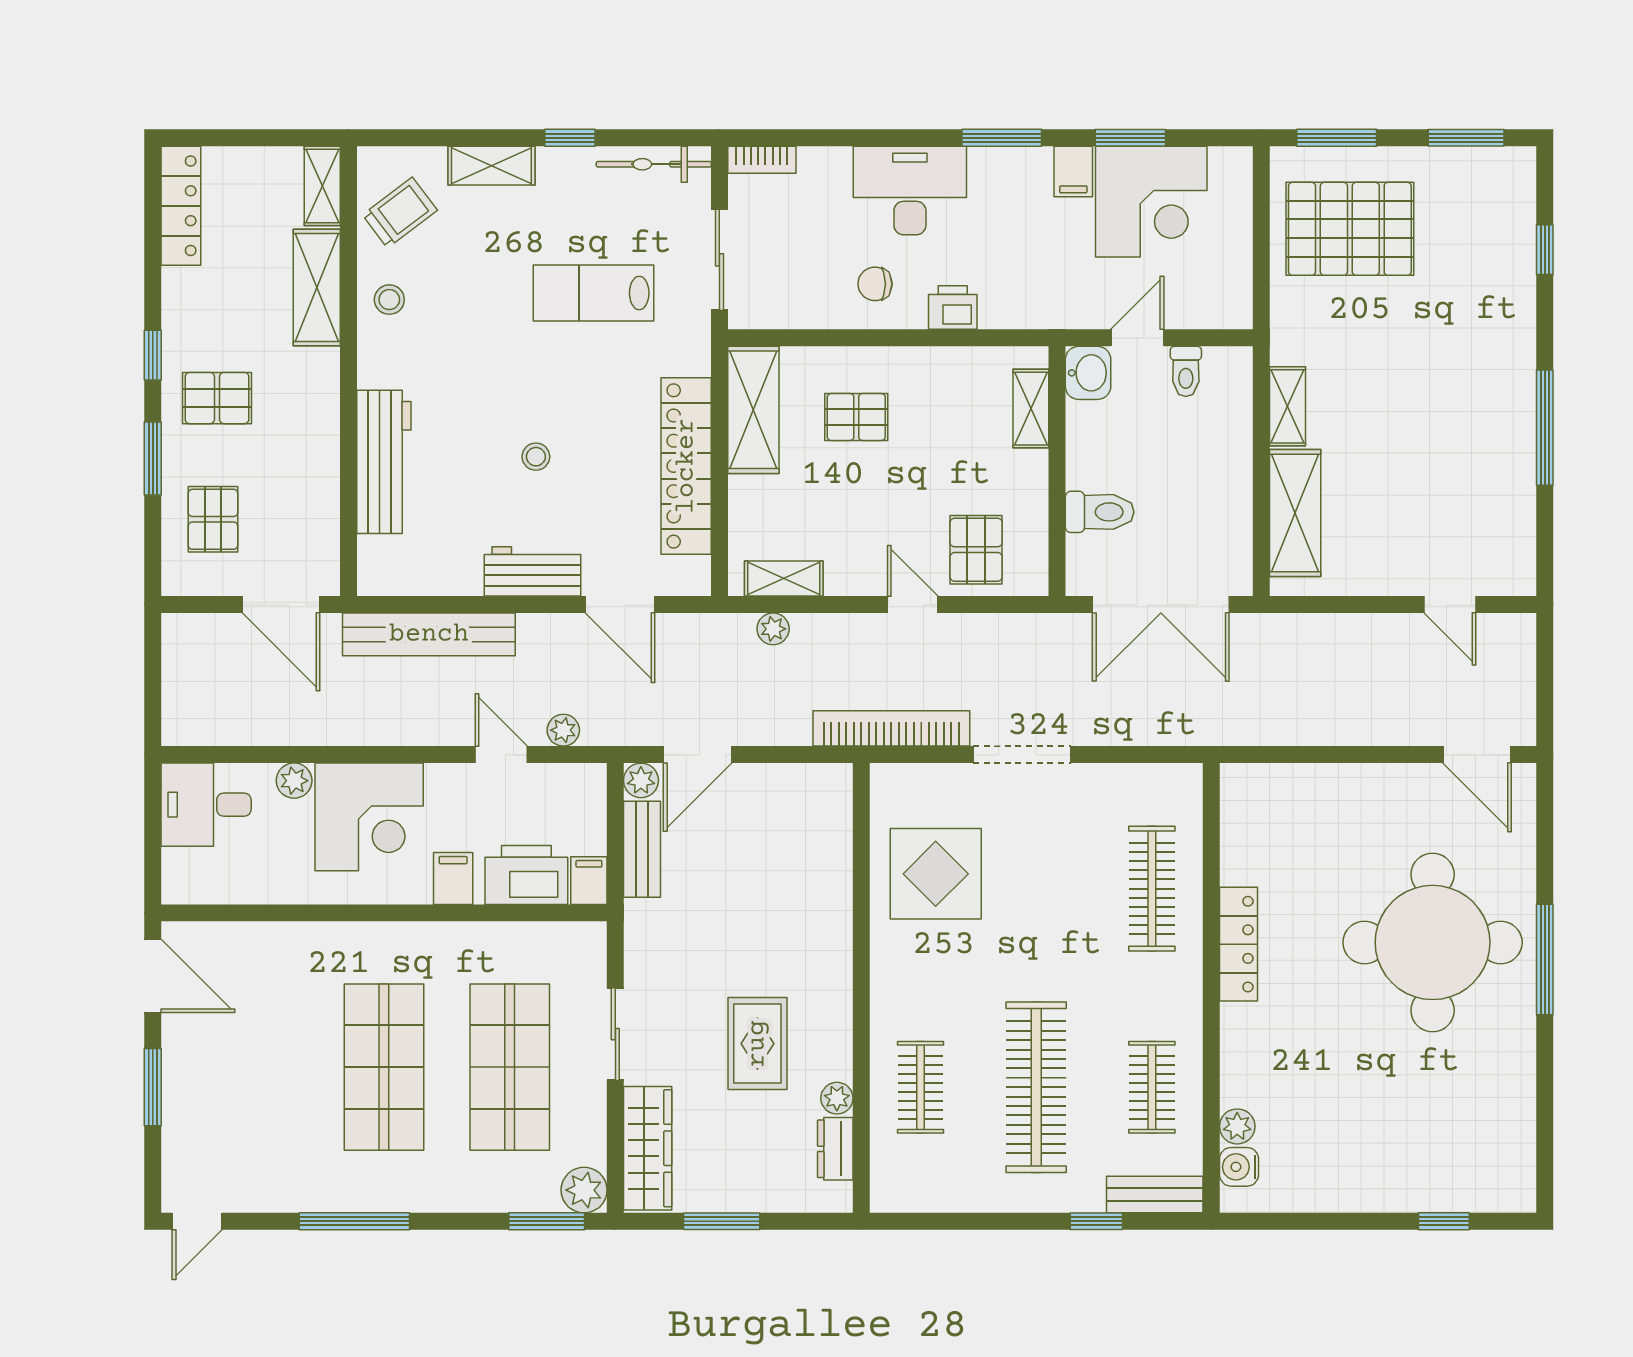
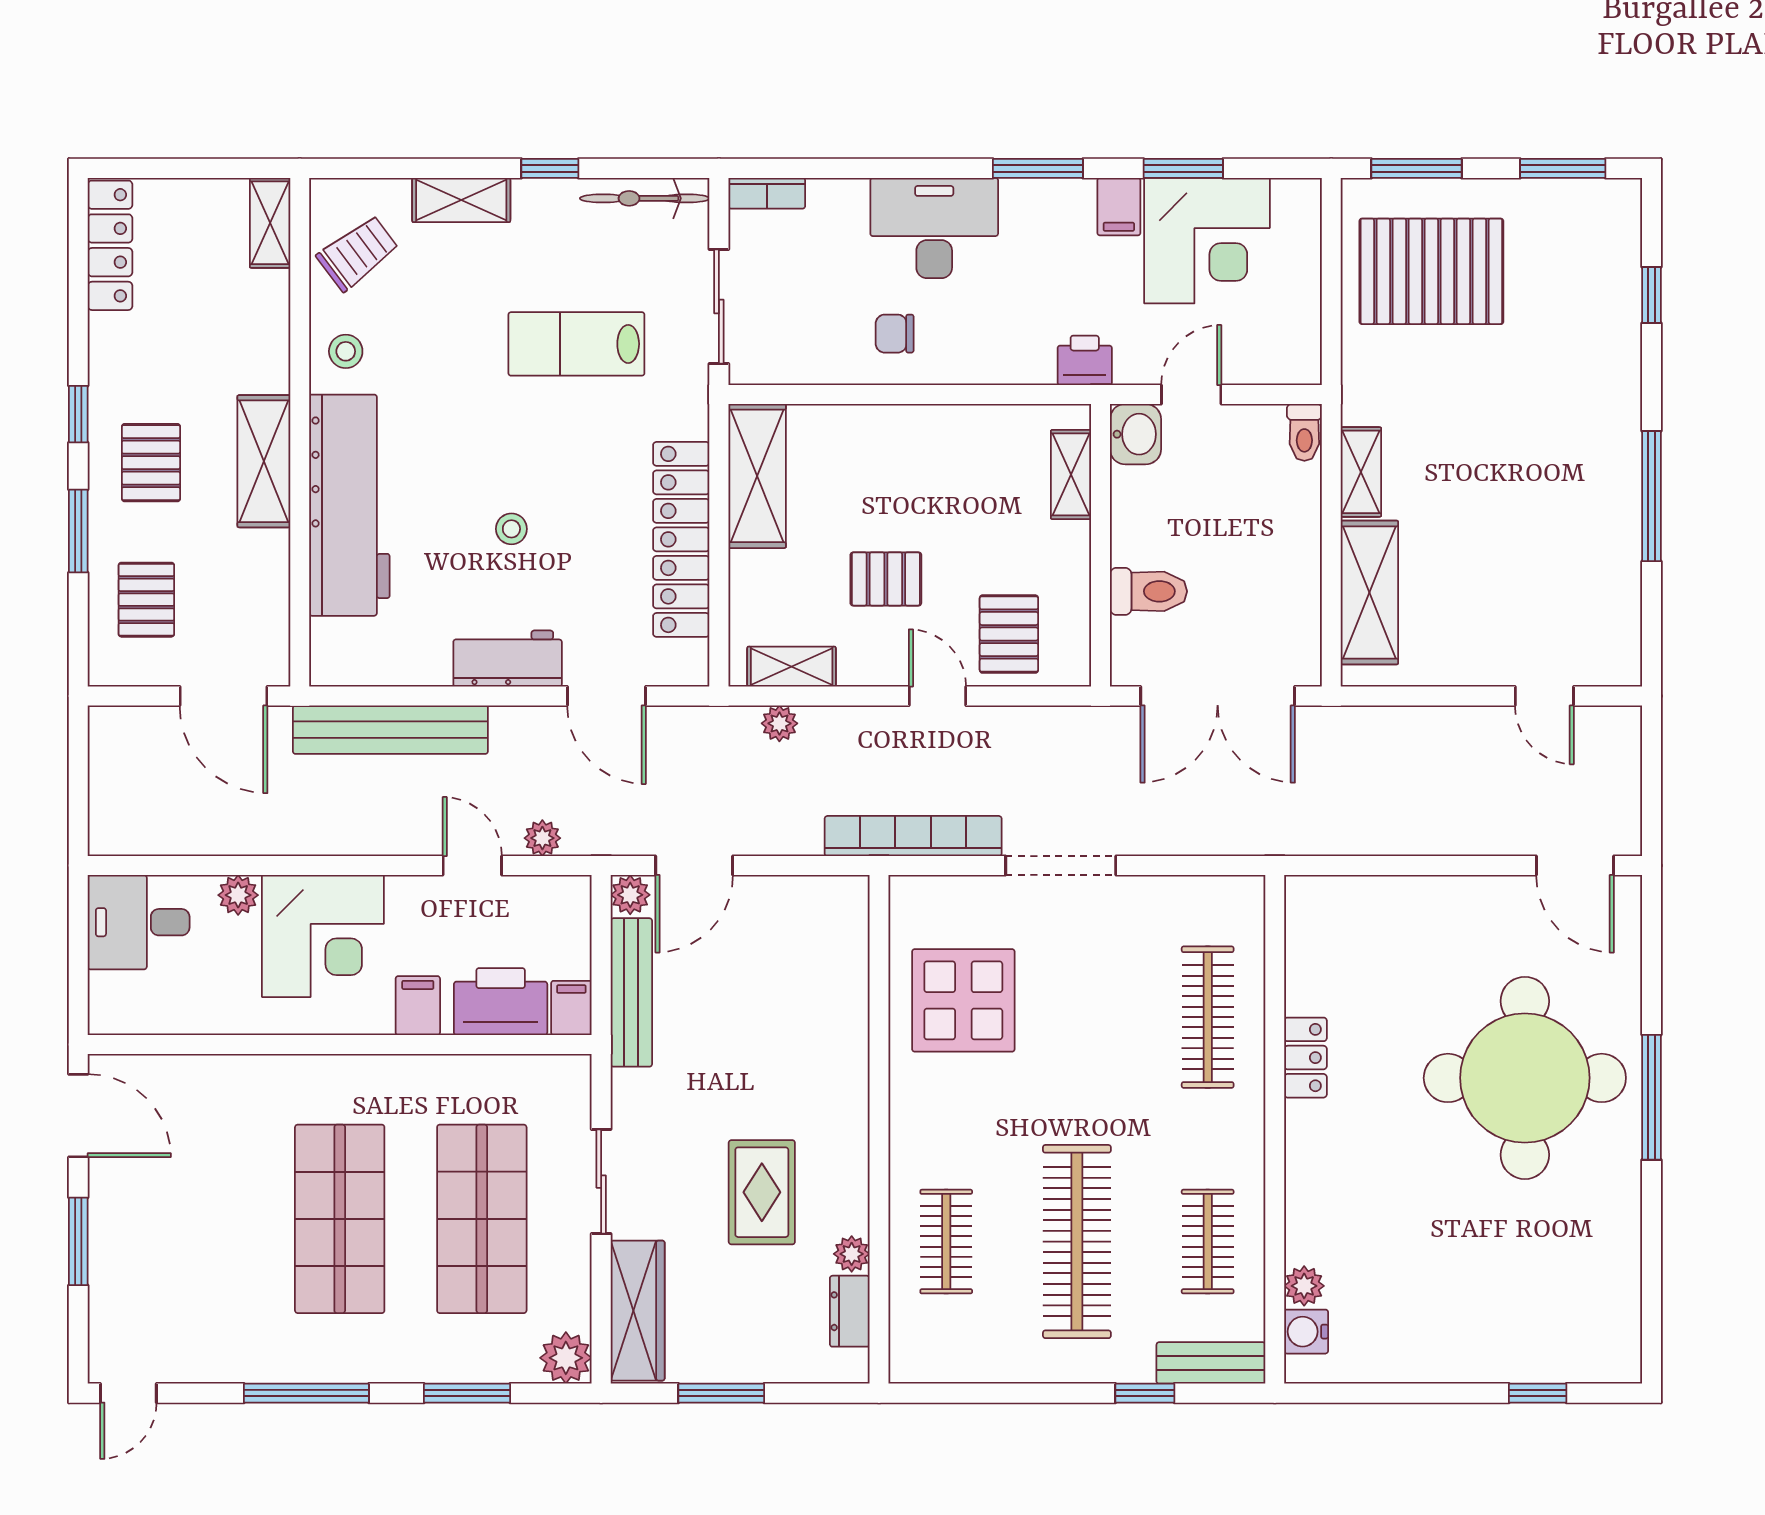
shelving: (317, 288) -> (264, 461), moved
printer: (953, 308) -> (1085, 360), moved
toilet: (1186, 371) -> (1304, 432), moved
pallet: (217, 398) -> (151, 463), turned 90
pallet: (856, 417) -> (886, 579), moved
workbench: (384, 462) -> (349, 505), width x1.36, depth x1.32
bench: (642, 849) -> (631, 992), width x1.36
locker: (1239, 944) -> (1306, 1058), width x0.66
window: (547, 1221) -> (467, 1393), moved

